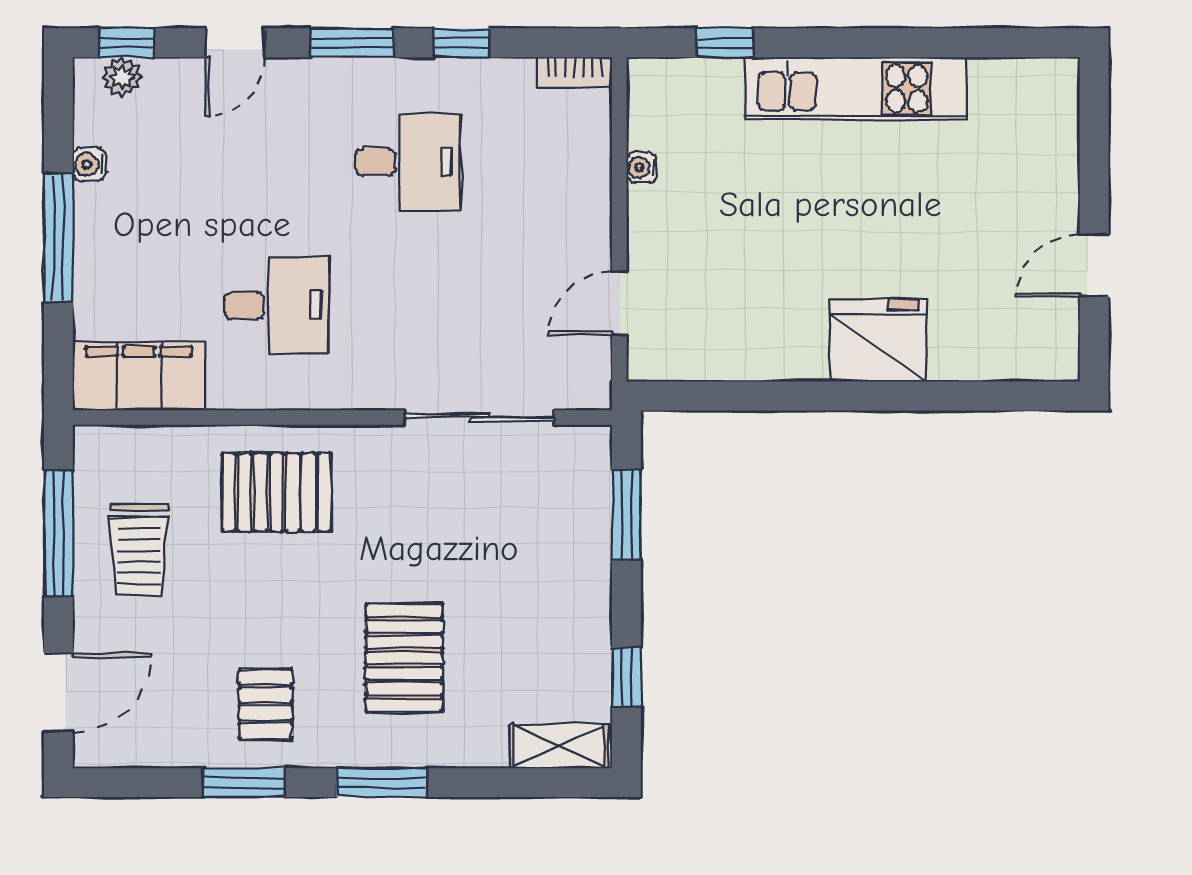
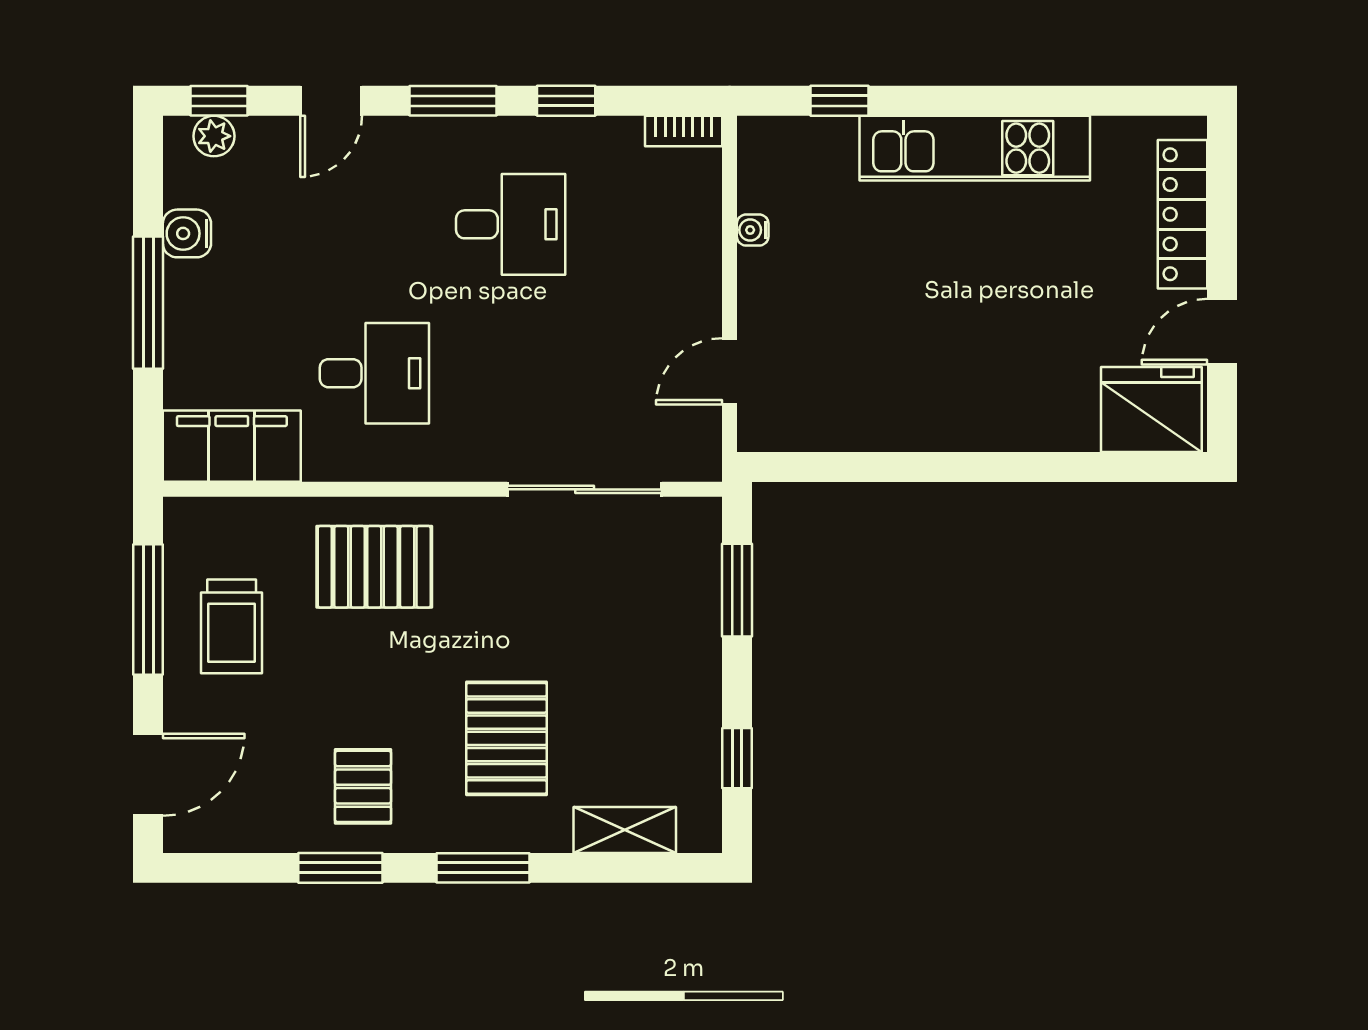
locker: (1056, 152) -> (1182, 214), added
water cooler: (89, 164) -> (187, 233), width x1.38, depth x1.38
fridge: (879, 341) -> (1151, 410), moved
shelving: (559, 746) -> (625, 830), moved

